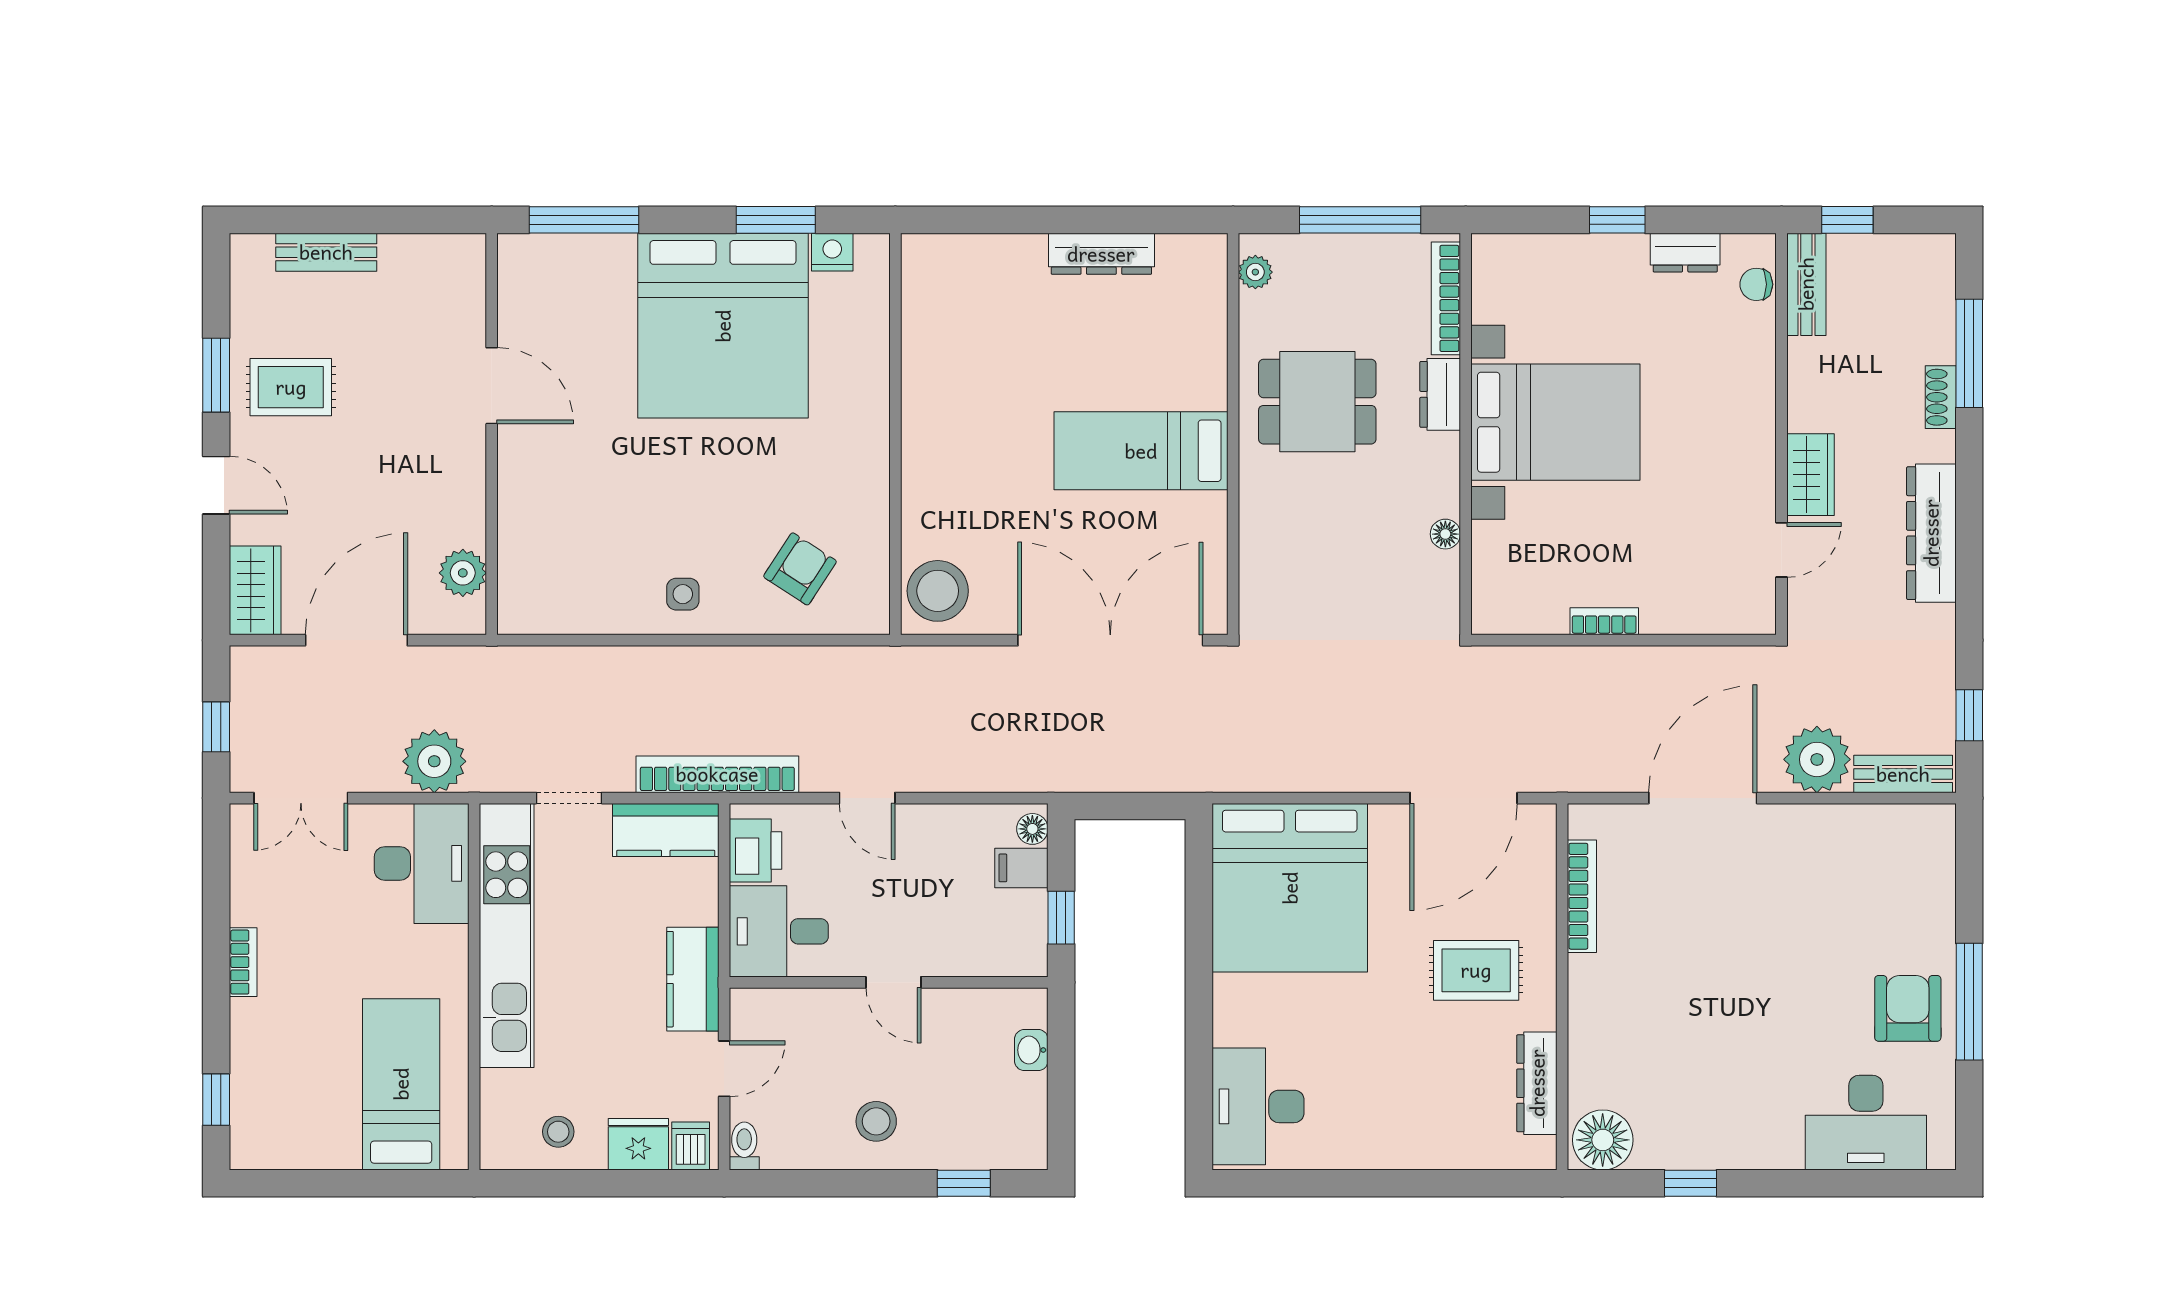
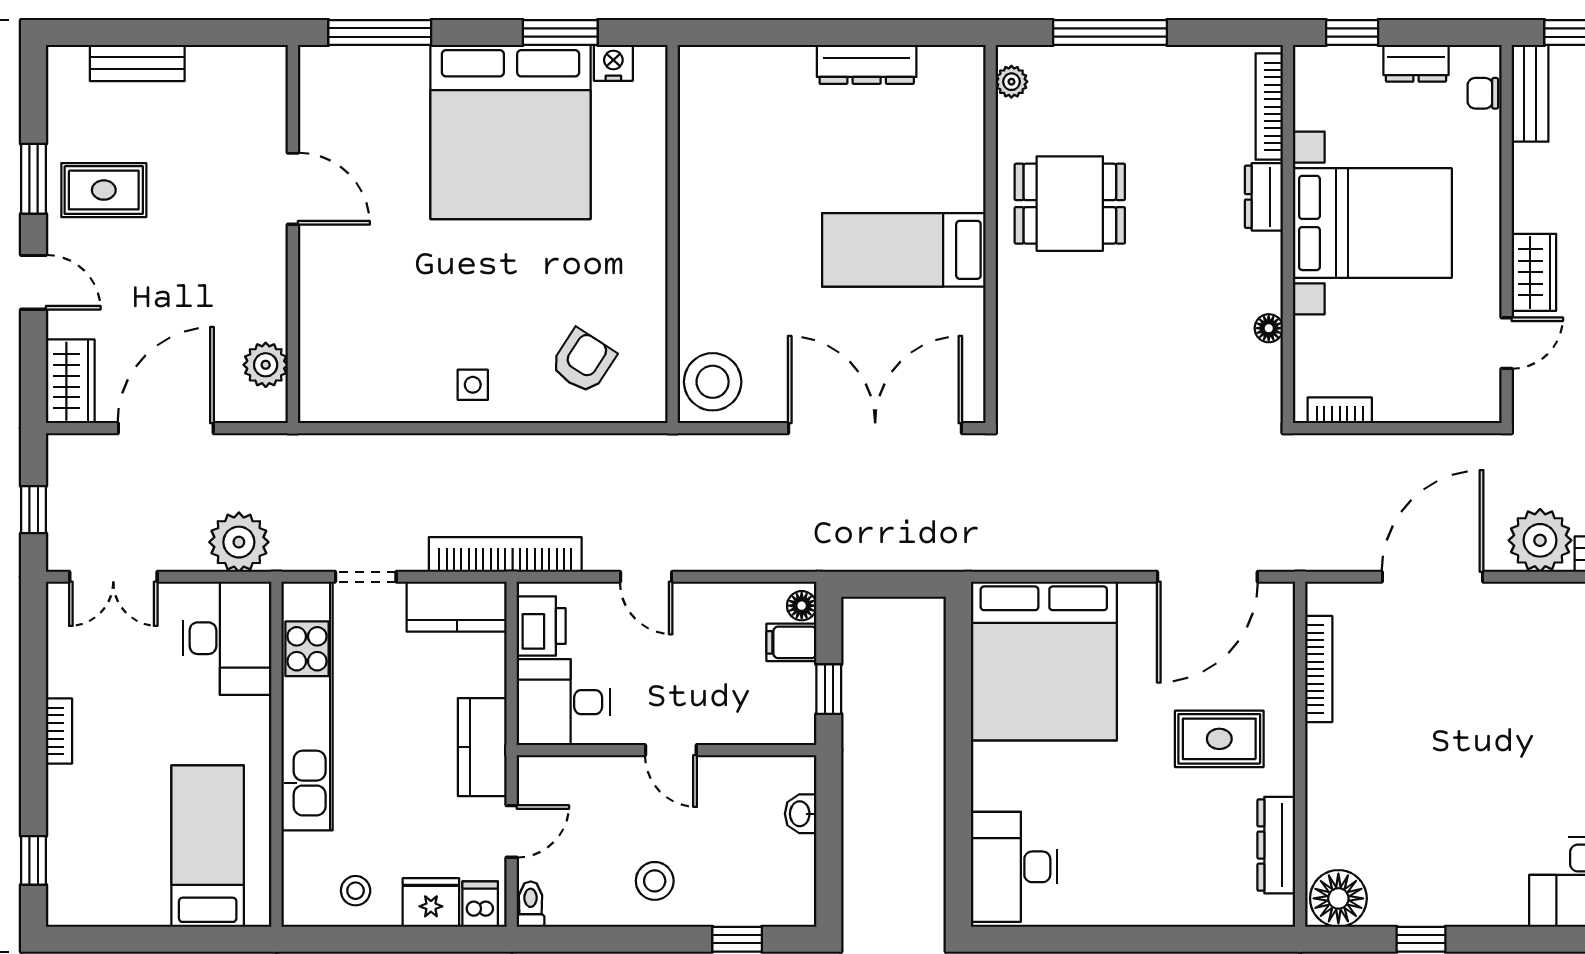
bookcase: (1446, 298) -> (1269, 107), moved
dresser: (1440, 394) -> (1264, 197), moved
bed with nightstands: (1555, 422) -> (1372, 223), moved
wall: (1466, 434) -> (1288, 234), moved
floor lamp: (1445, 534) -> (1269, 328), moved

